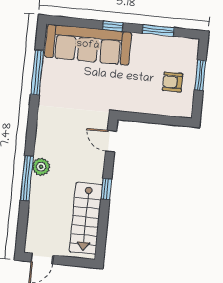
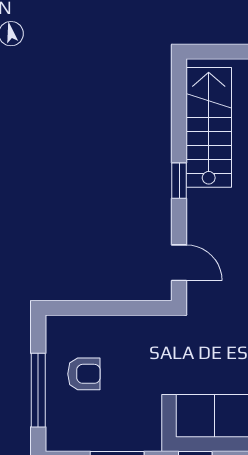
window: (200, 75) -> (38, 390), width x1.44

